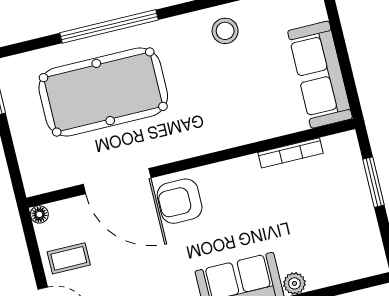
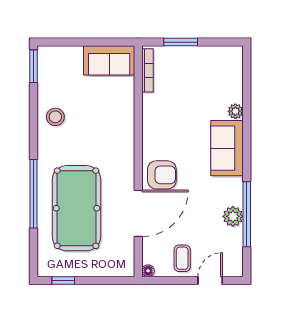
sofa: (320, 75) -> (109, 60), width x0.73
bookcase: (291, 153) -> (148, 70), moved
armchair: (180, 201) -> (162, 175), turned -90

